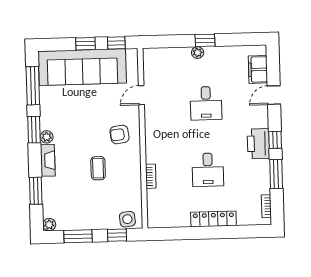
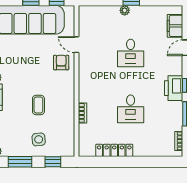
door: (141, 95) -> (77, 45), hinge flipped
armchair: (120, 134) -> (61, 63), moved, turned 97
side table: (127, 219) -> (39, 139), moved
locker: (213, 219) -> (114, 150), moved

